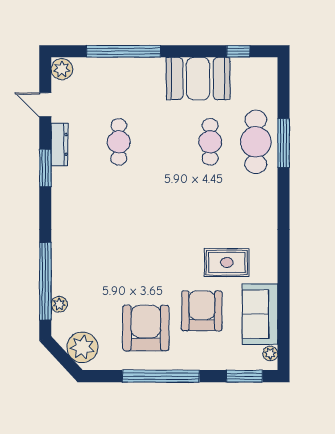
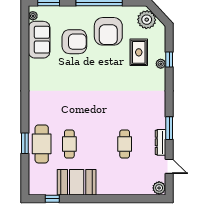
window: (123, 51) -> (122, 199), removed
window: (284, 143) -> (25, 143), width x0.69
rug: (227, 263) -> (139, 52), moved, turned 90
window: (45, 281) -> (169, 60), width x0.32
plant: (59, 304) -> (161, 64), moved
armchair: (202, 311) -> (74, 42), turned -90

